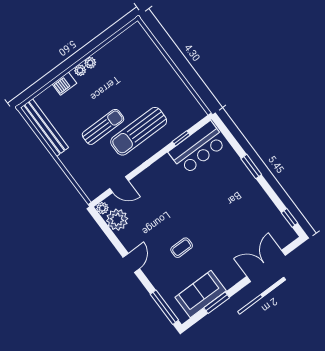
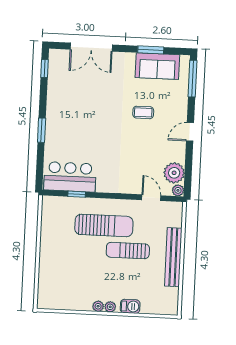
bench: (44, 128) -> (173, 257), moved

